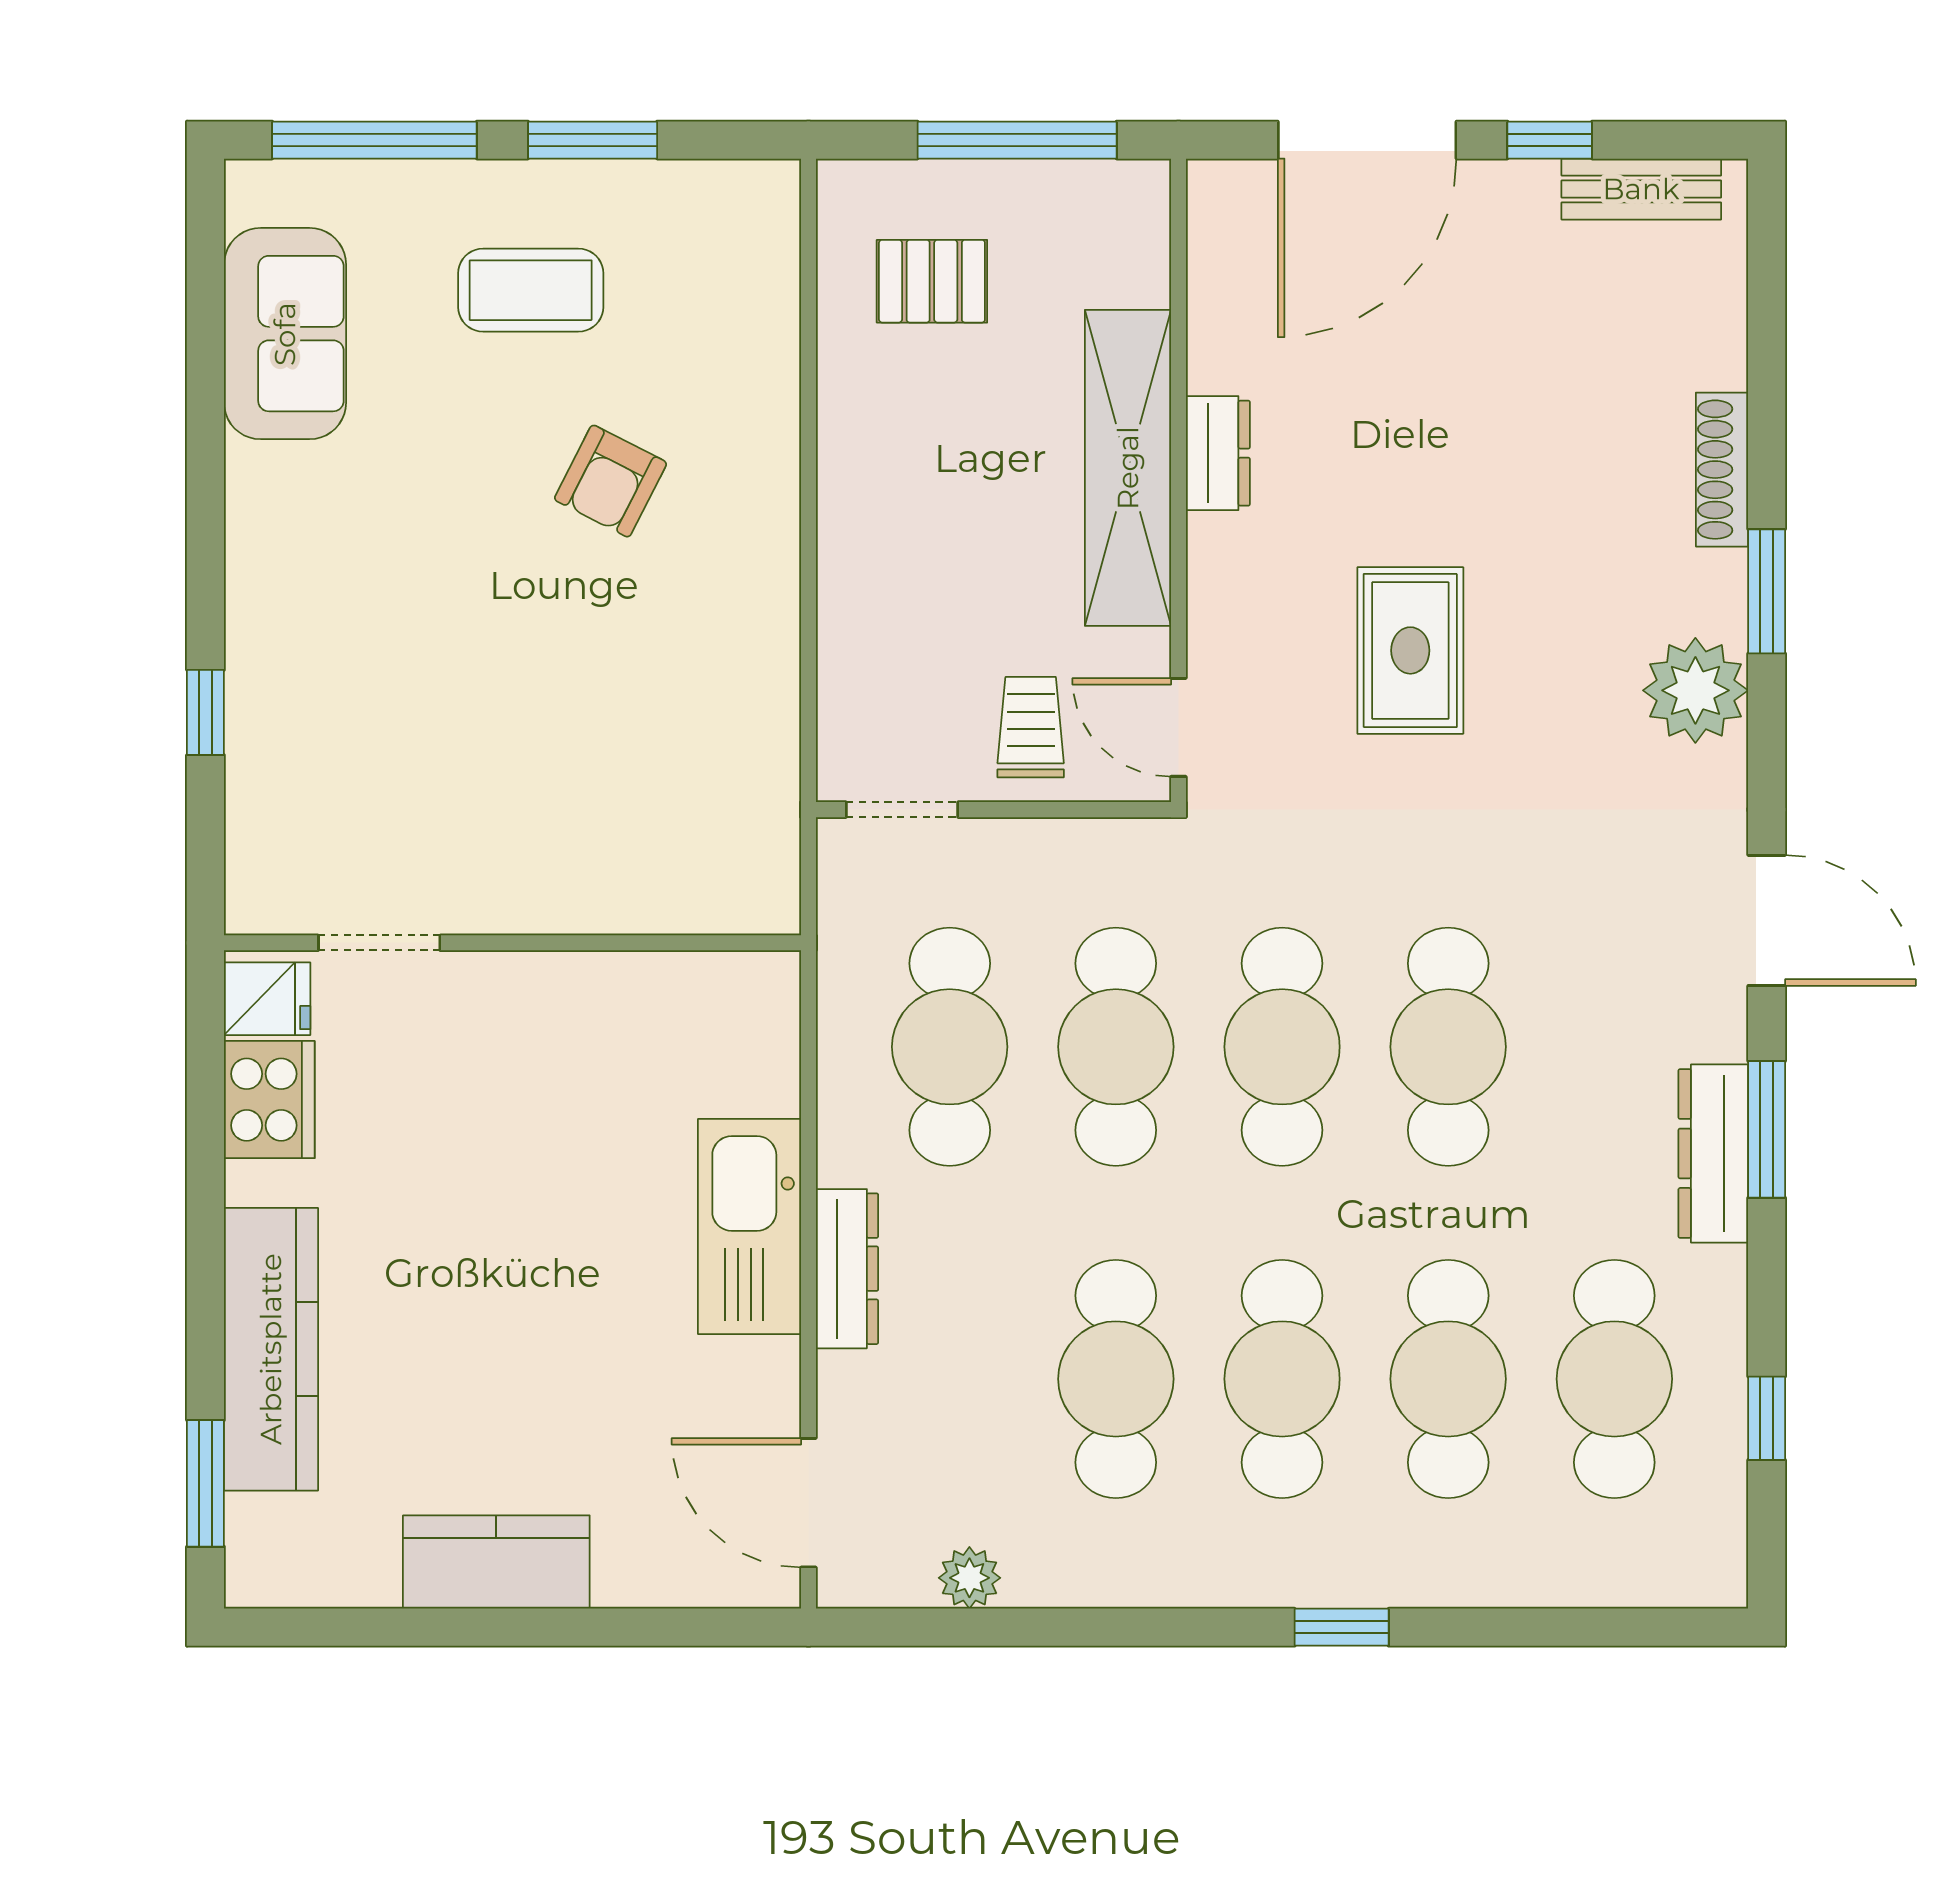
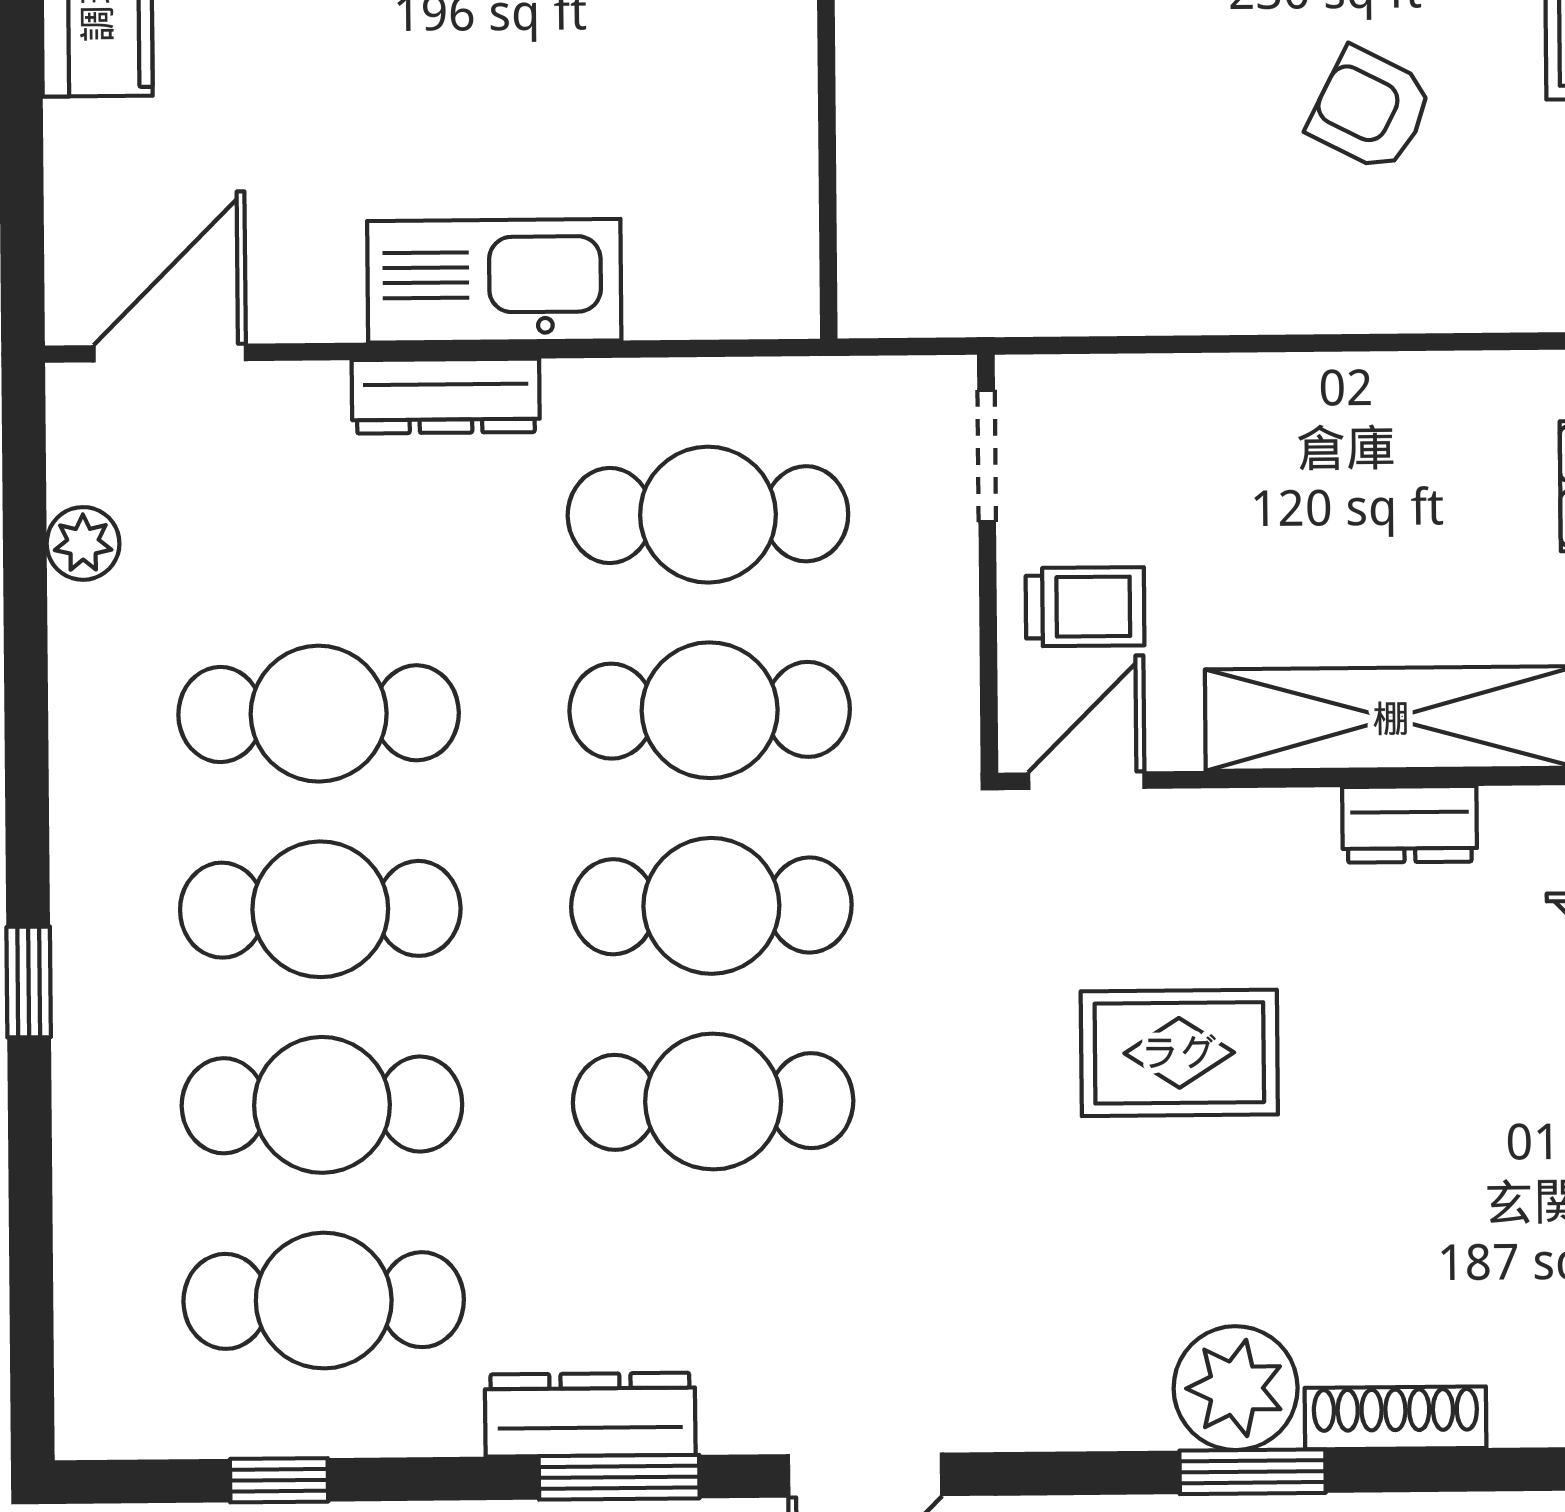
plant: (1695, 690) -> (1236, 1388), moved

